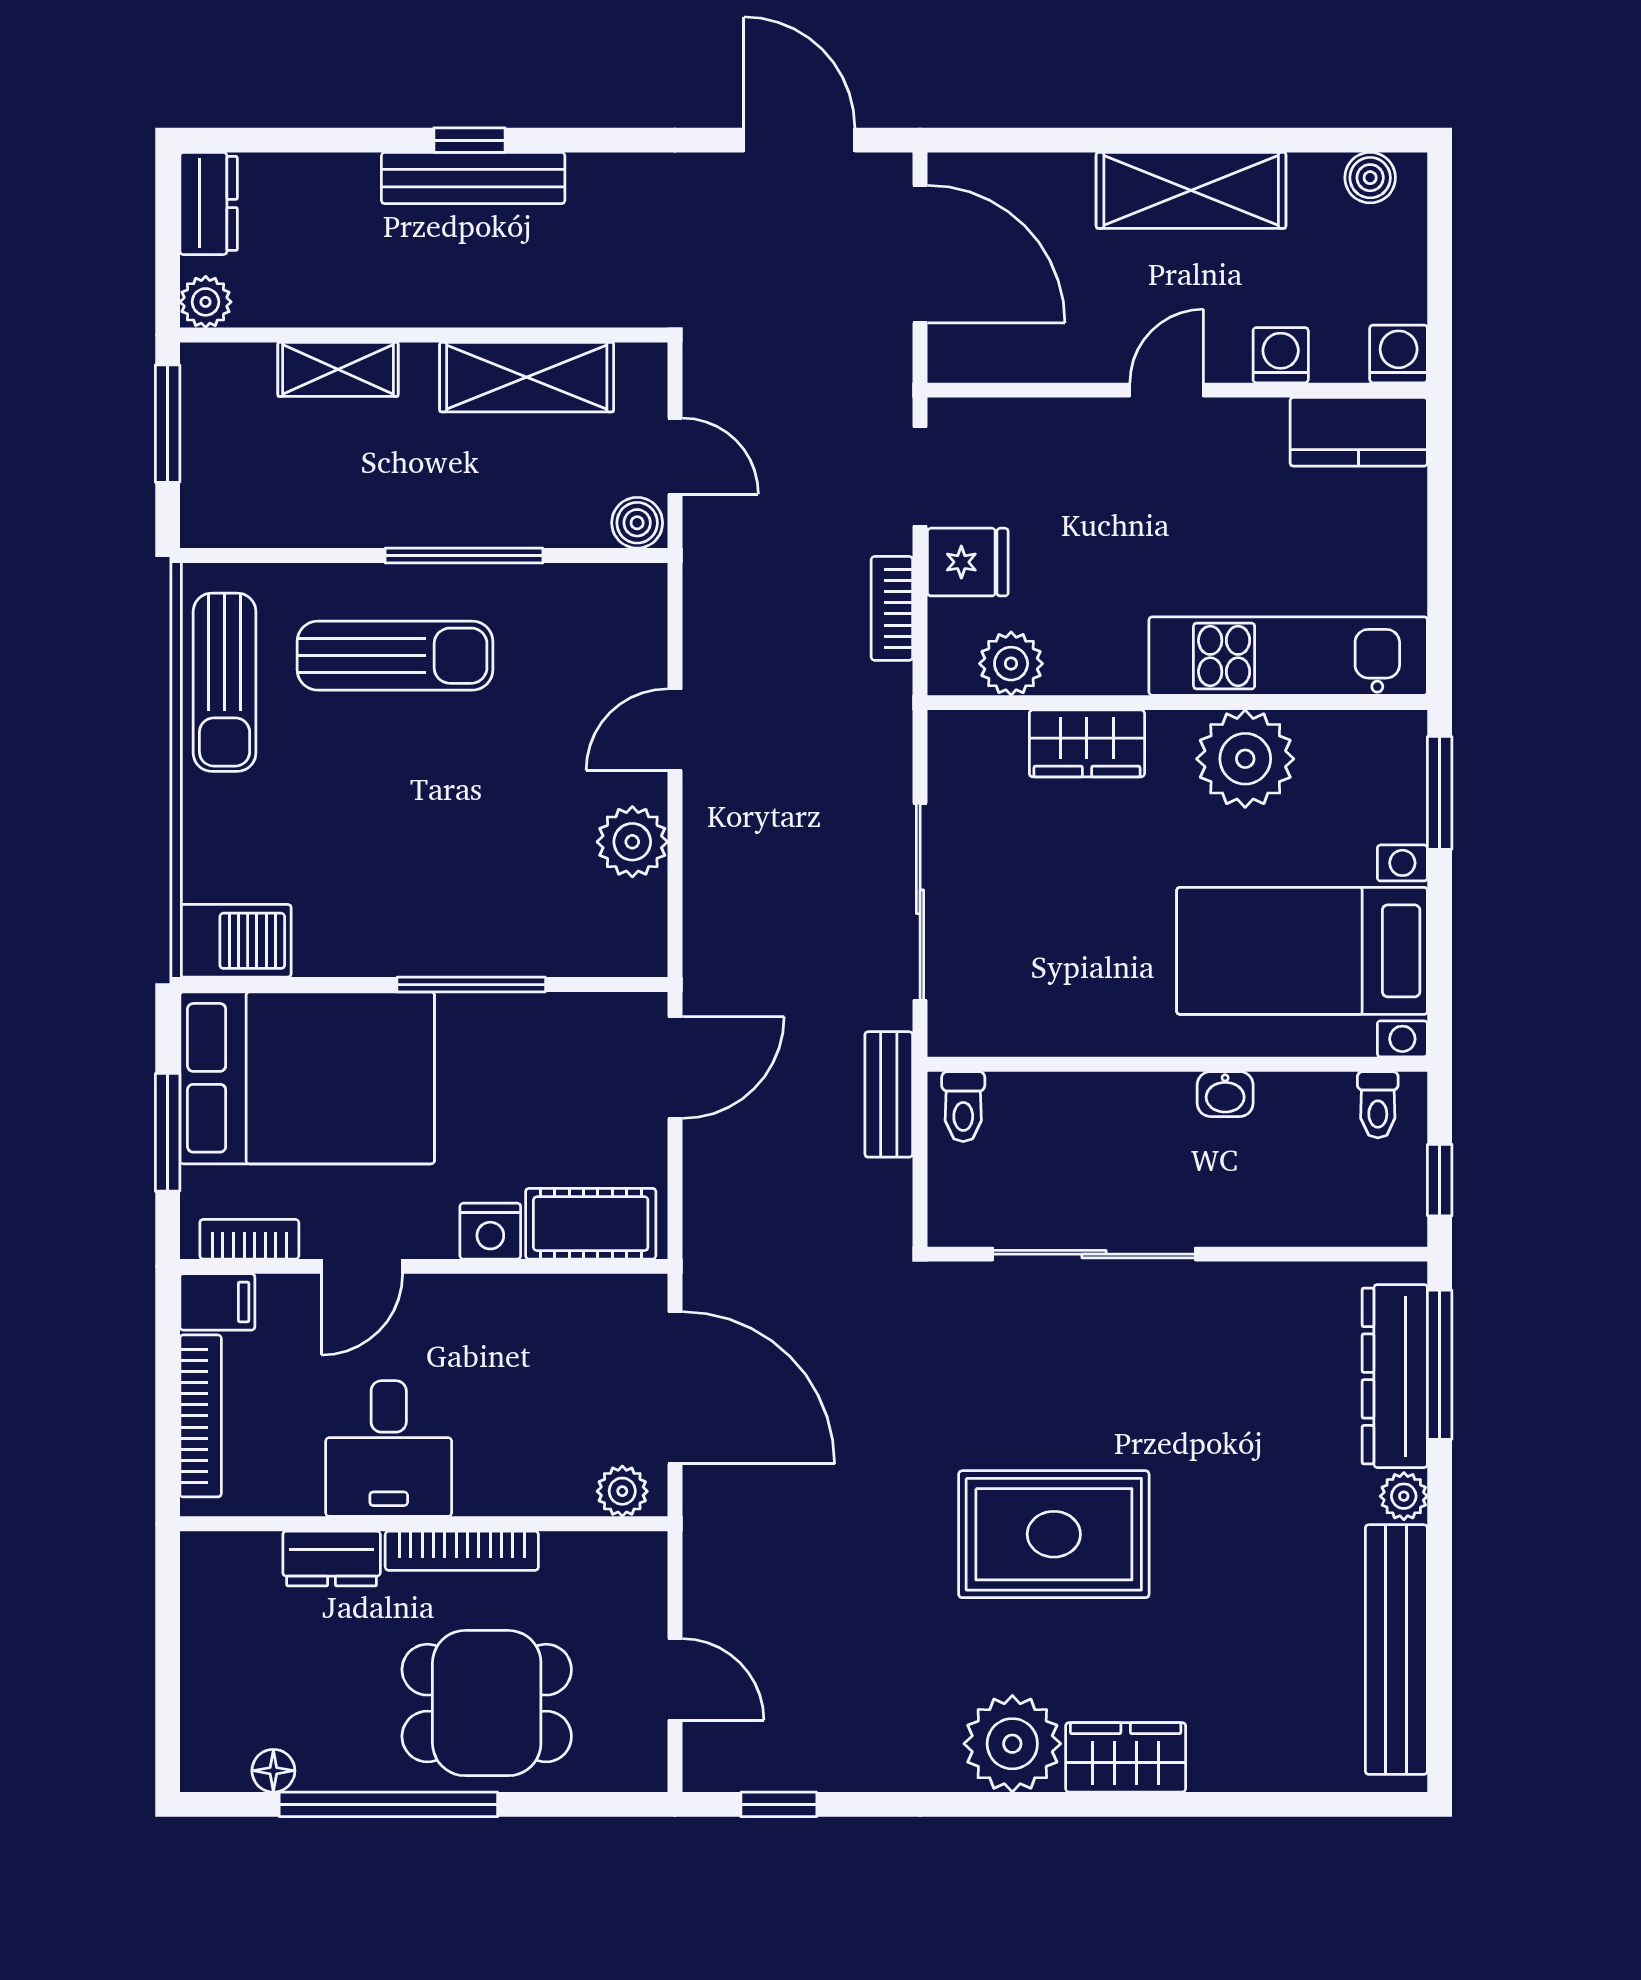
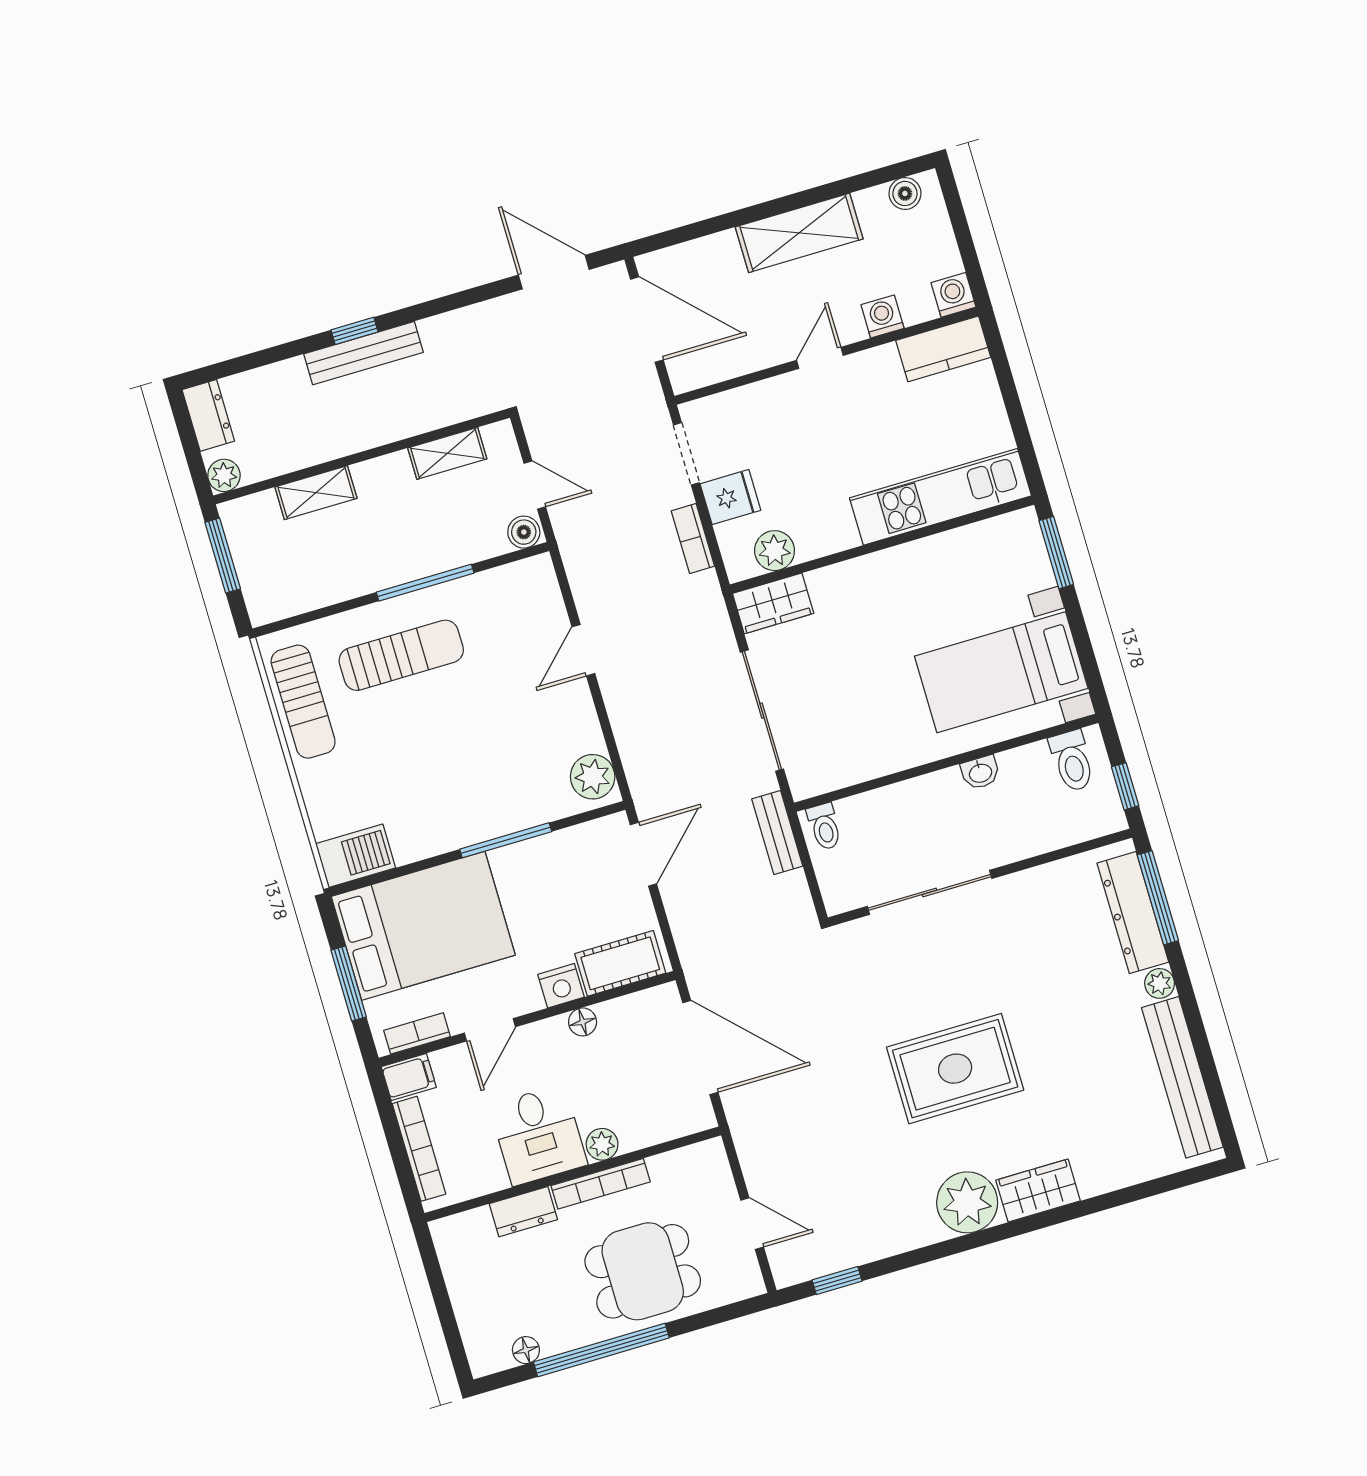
shelving: (527, 377) -> (447, 453), width x0.67, depth x0.75
wardrobe: (1087, 743) -> (773, 603), moved
plant: (1245, 759) -> (933, 566), removed
plant: (632, 842) -> (593, 777), moved
toilet: (1378, 1105) -> (1072, 761), width x1.37, depth x1.39
floor lamp: (507, 1296) -> (583, 1022), added
plant: (622, 1491) -> (602, 1144), moved

